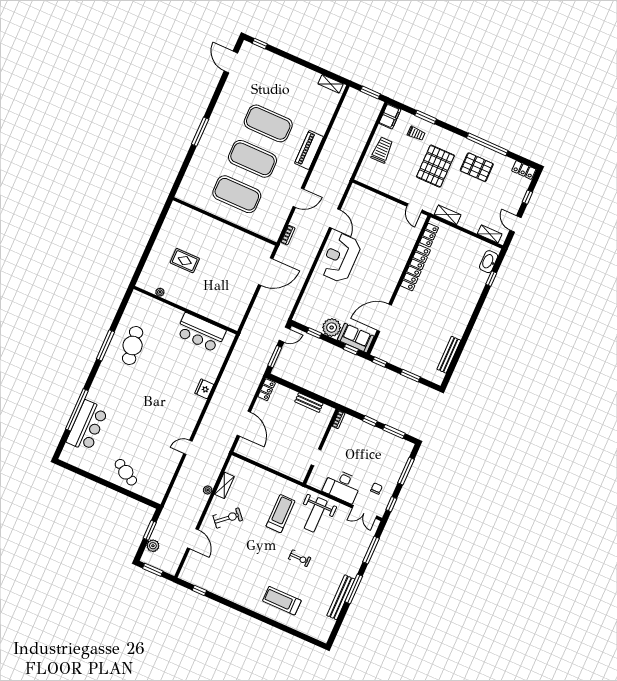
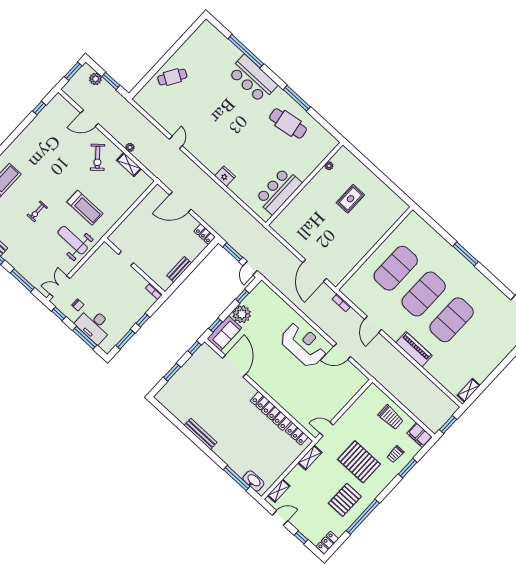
window: (491, 279) -> (237, 478), width x2.17
bench: (449, 355) -> (201, 434), moved
bar counter: (87, 426) -> (253, 79), moved
desk: (342, 486) -> (94, 325), moved, turned -90

